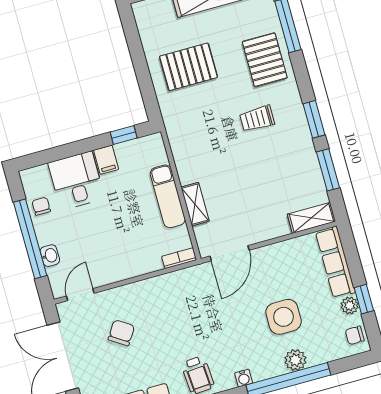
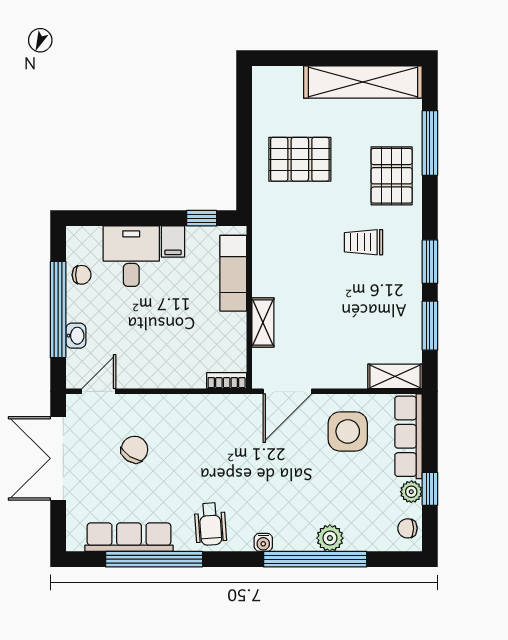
exam couch: (168, 196) -> (233, 273), moved
chair: (41, 206) -> (82, 275), turned 90
side table: (284, 317) -> (348, 431), moved

